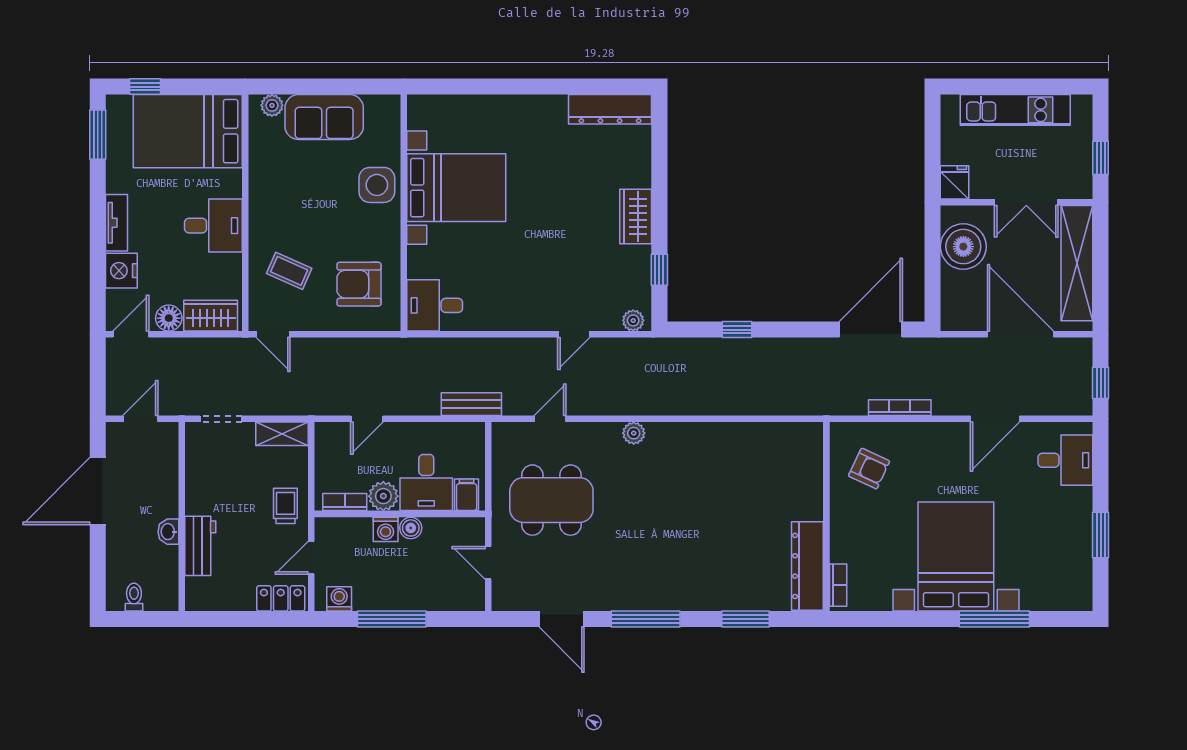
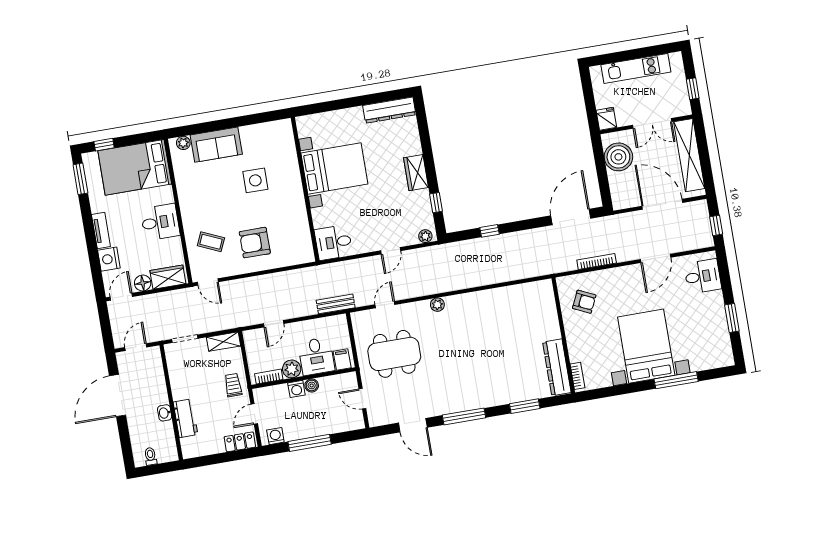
bed with nightstands: (456, 188) -> (334, 169), moved
wall: (404, 213) -> (305, 189), moved
desk: (435, 305) -> (334, 242), moved

